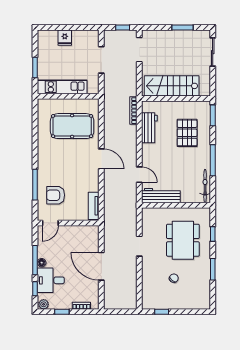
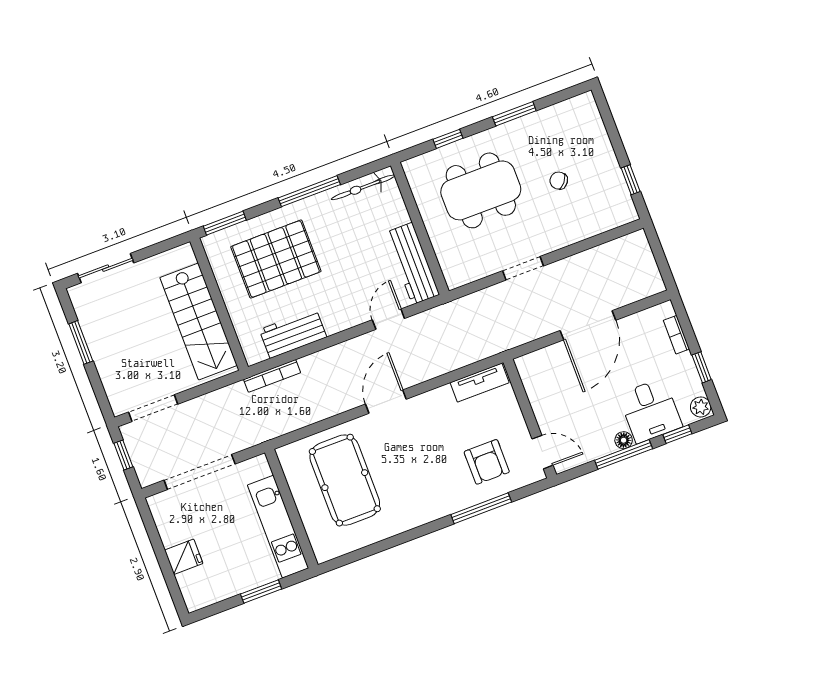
doorway: (101, 60) -> (200, 472), width x1.36
pallet: (187, 133) -> (276, 259), width x1.37, depth x1.41

